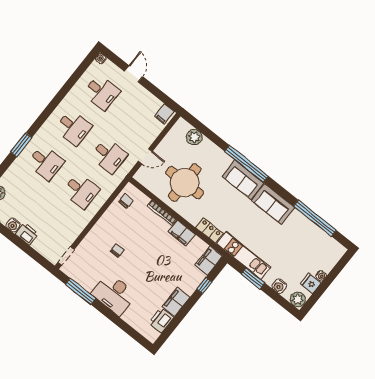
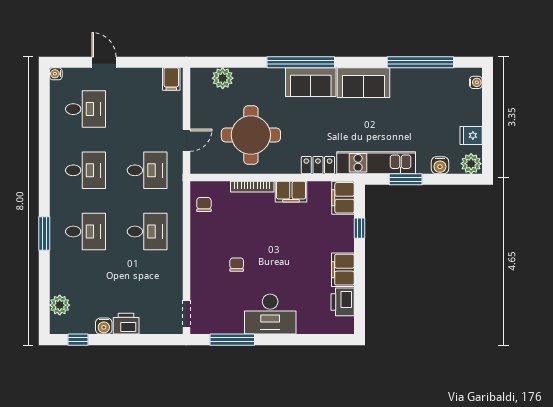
water cooler: (321, 276) -> (476, 82), moved

